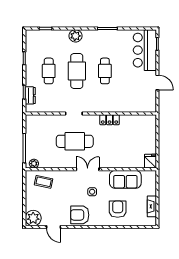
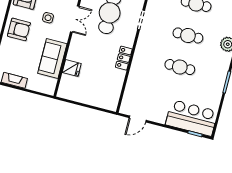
cafe table: (77, 71) -> (188, 35), width x0.73, depth x0.74
door: (157, 82) -> (138, 119), moved
fridge: (150, 161) -> (72, 68), moved
armchair: (118, 209) -> (19, 29), moved

